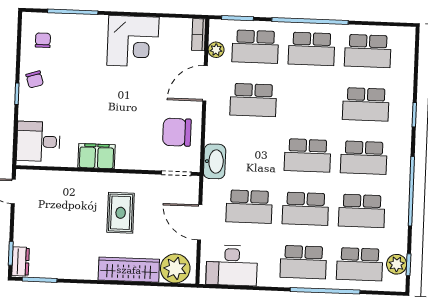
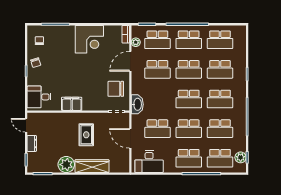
school desk: (310, 102) -> (189, 69), added
dresser: (21, 261) -> (32, 143), moved
plant: (175, 268) -> (66, 165), moved

